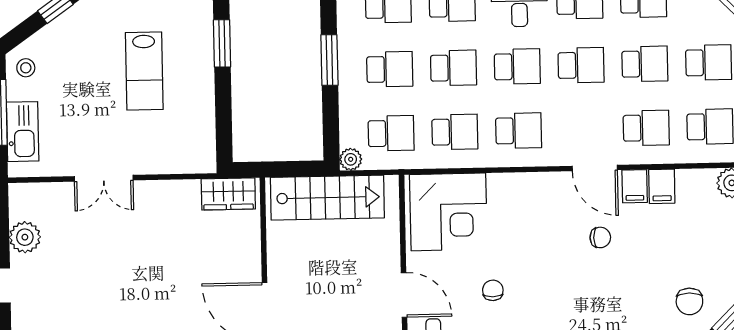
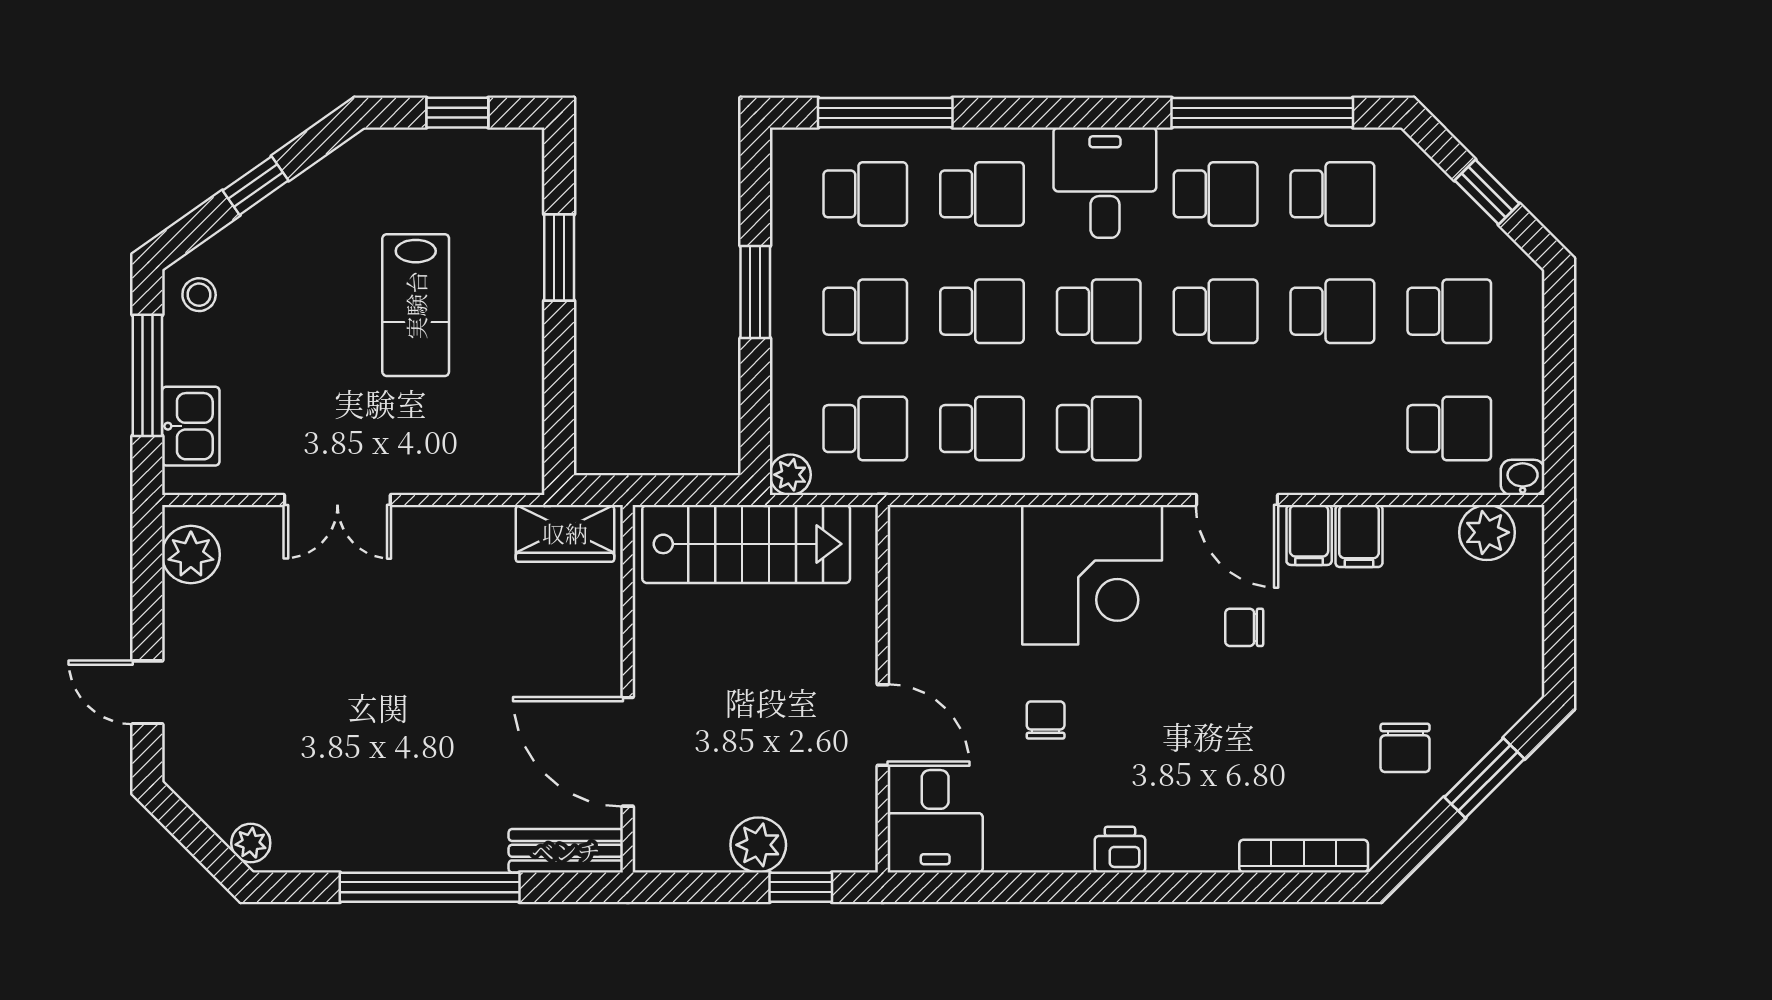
school desk: (646, 128) -> (1332, 429), removed
kitchen sink: (23, 132) -> (191, 426), width x0.73
corner desk: (448, 212) -> (1092, 575), moved
plant: (25, 237) -> (191, 555), moved
chair: (600, 237) -> (1244, 627), turned 180

